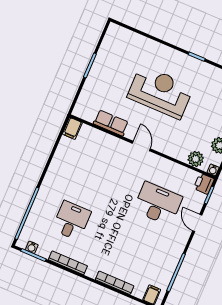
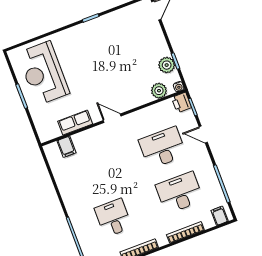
reception desk: (160, 92) -> (43, 73), moved, turned -90
filing cabinet: (72, 128) -> (66, 147), moved
desk: (138, 249) -> (180, 193), added

